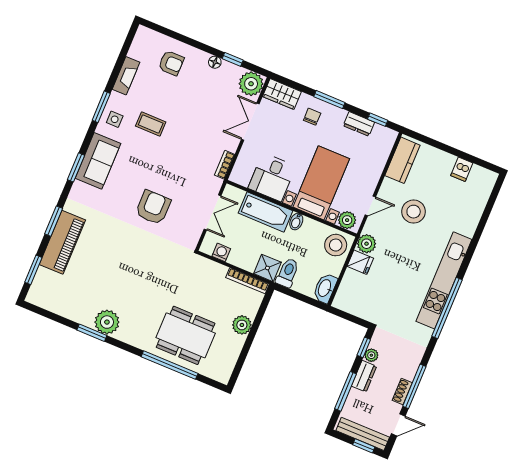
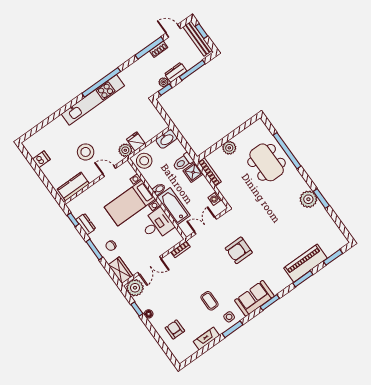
plant: (347, 220) -> (128, 171), removed

